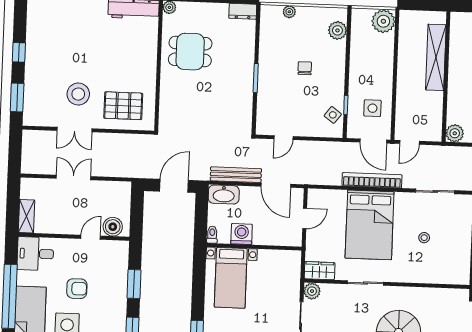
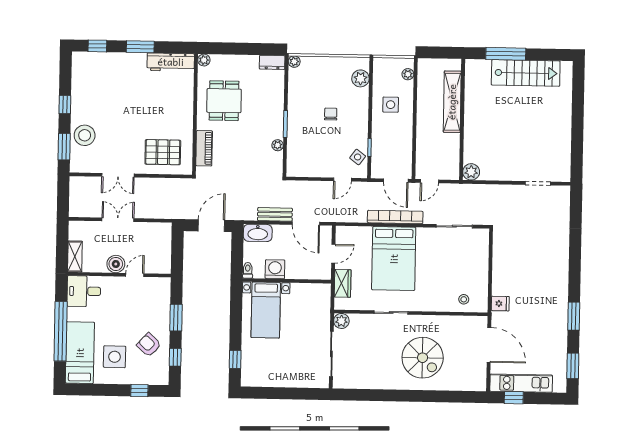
plant: (289, 12) -> (294, 62), moved
plant: (383, 21) -> (408, 74), width x0.53, depth x0.53
dining table: (190, 52) -> (224, 101), turned 90
stool: (78, 94) -> (85, 135), moved
plant: (247, 101) -> (278, 145), added
piano: (168, 102) -> (204, 148), added
side table: (372, 108) -> (391, 105), moved
door: (283, 138) -> (342, 180), moved
bench: (236, 175) -> (275, 214), width x0.73
boiler: (113, 227) -> (116, 264), moved
stool: (424, 238) -> (464, 299), moved
wardrobe: (320, 271) -> (343, 283), moved, turned 90
armchair: (77, 289) -> (149, 345), moved, turned -137

